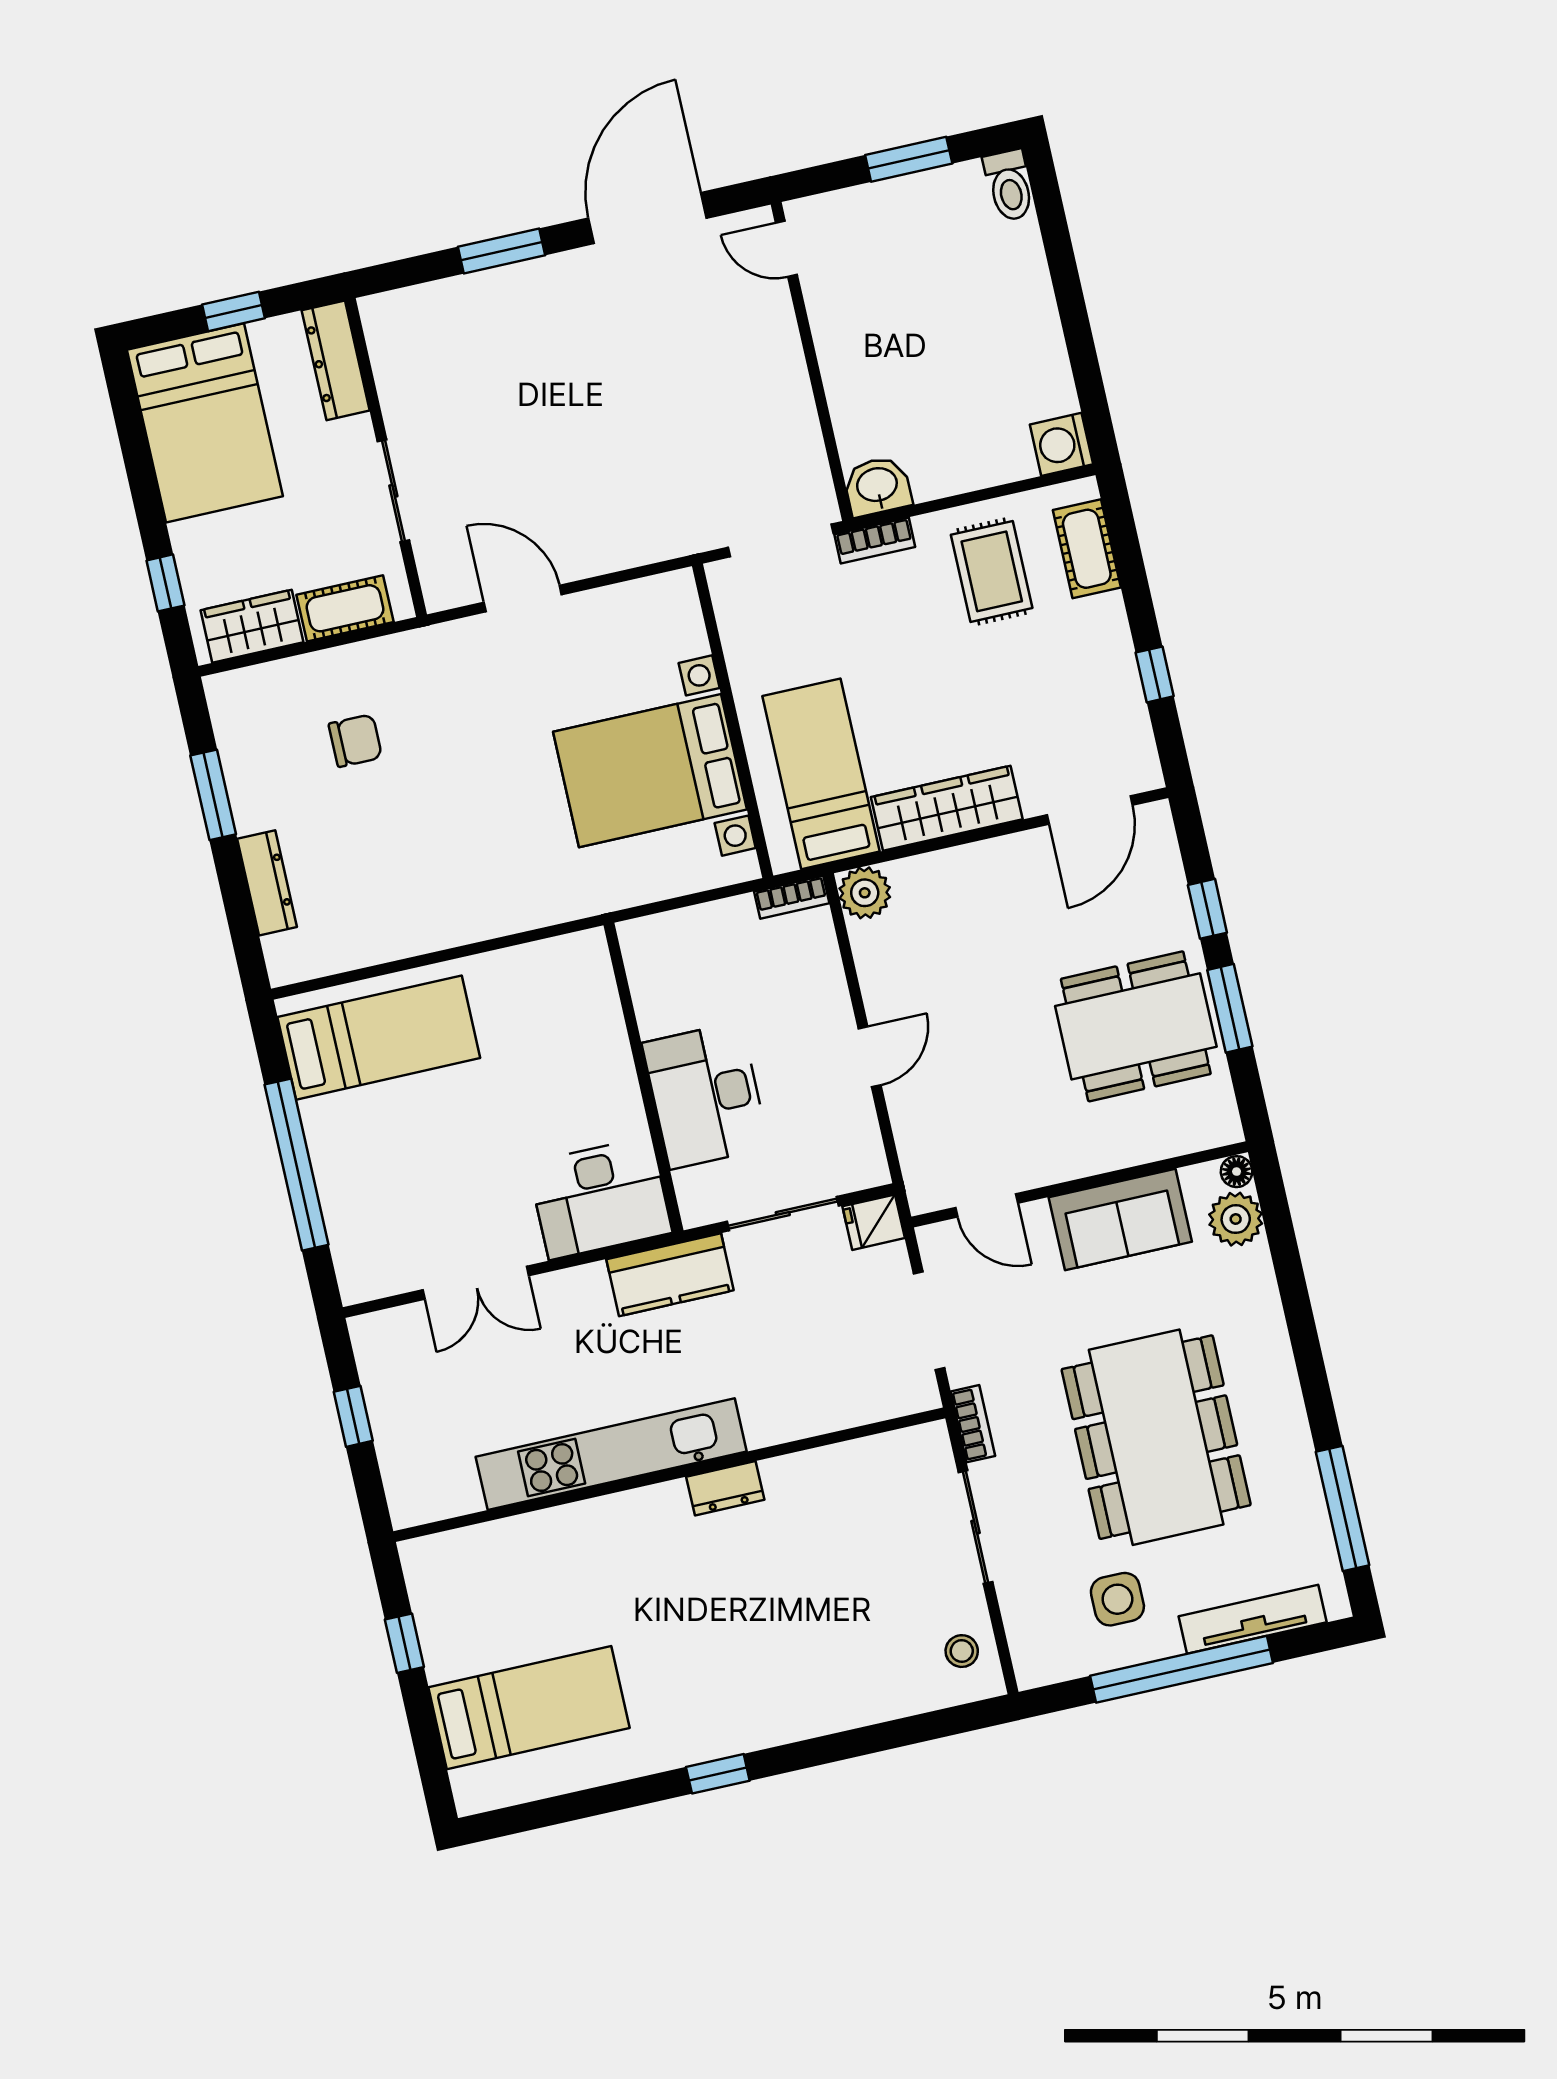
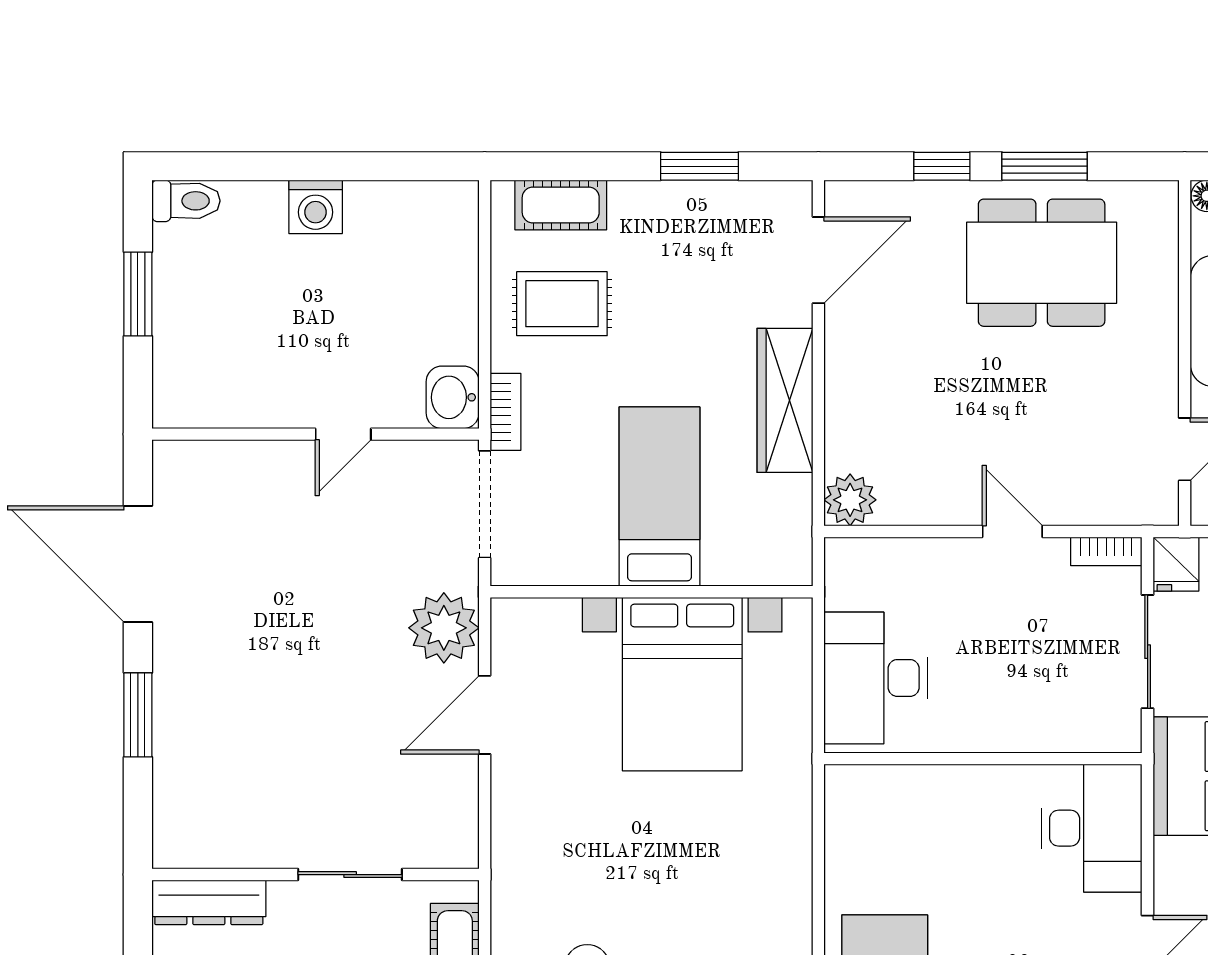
door: (786, 249) -> (343, 434), moved
washing machine: (1061, 444) -> (316, 207), moved
plant: (652, 528) -> (444, 628), added
door: (523, 599) -> (485, 715), moved
window: (1155, 674) -> (699, 166), width x1.50
bed: (821, 774) -> (659, 497), moved, turned 90
door: (1090, 810) -> (818, 260), hinge flipped
bookcase: (792, 897) -> (1106, 551), moved, turned 90
dining table: (1136, 1026) -> (1042, 263), turned 90
desk: (706, 1095) -> (876, 678), moved, turned 90

